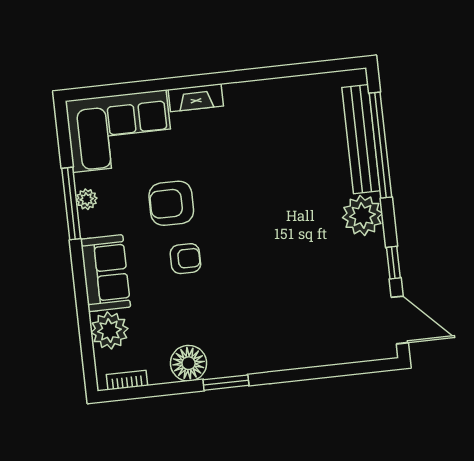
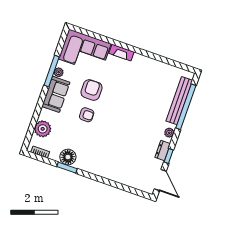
armchair: (171, 203) -> (92, 90), turned 90
plant: (362, 215) -> (169, 133), width x0.53, depth x0.53
dresser: (376, 257) -> (163, 151), added
sofa: (106, 273) -> (56, 94), moved
window: (226, 383) -> (67, 168), moved

